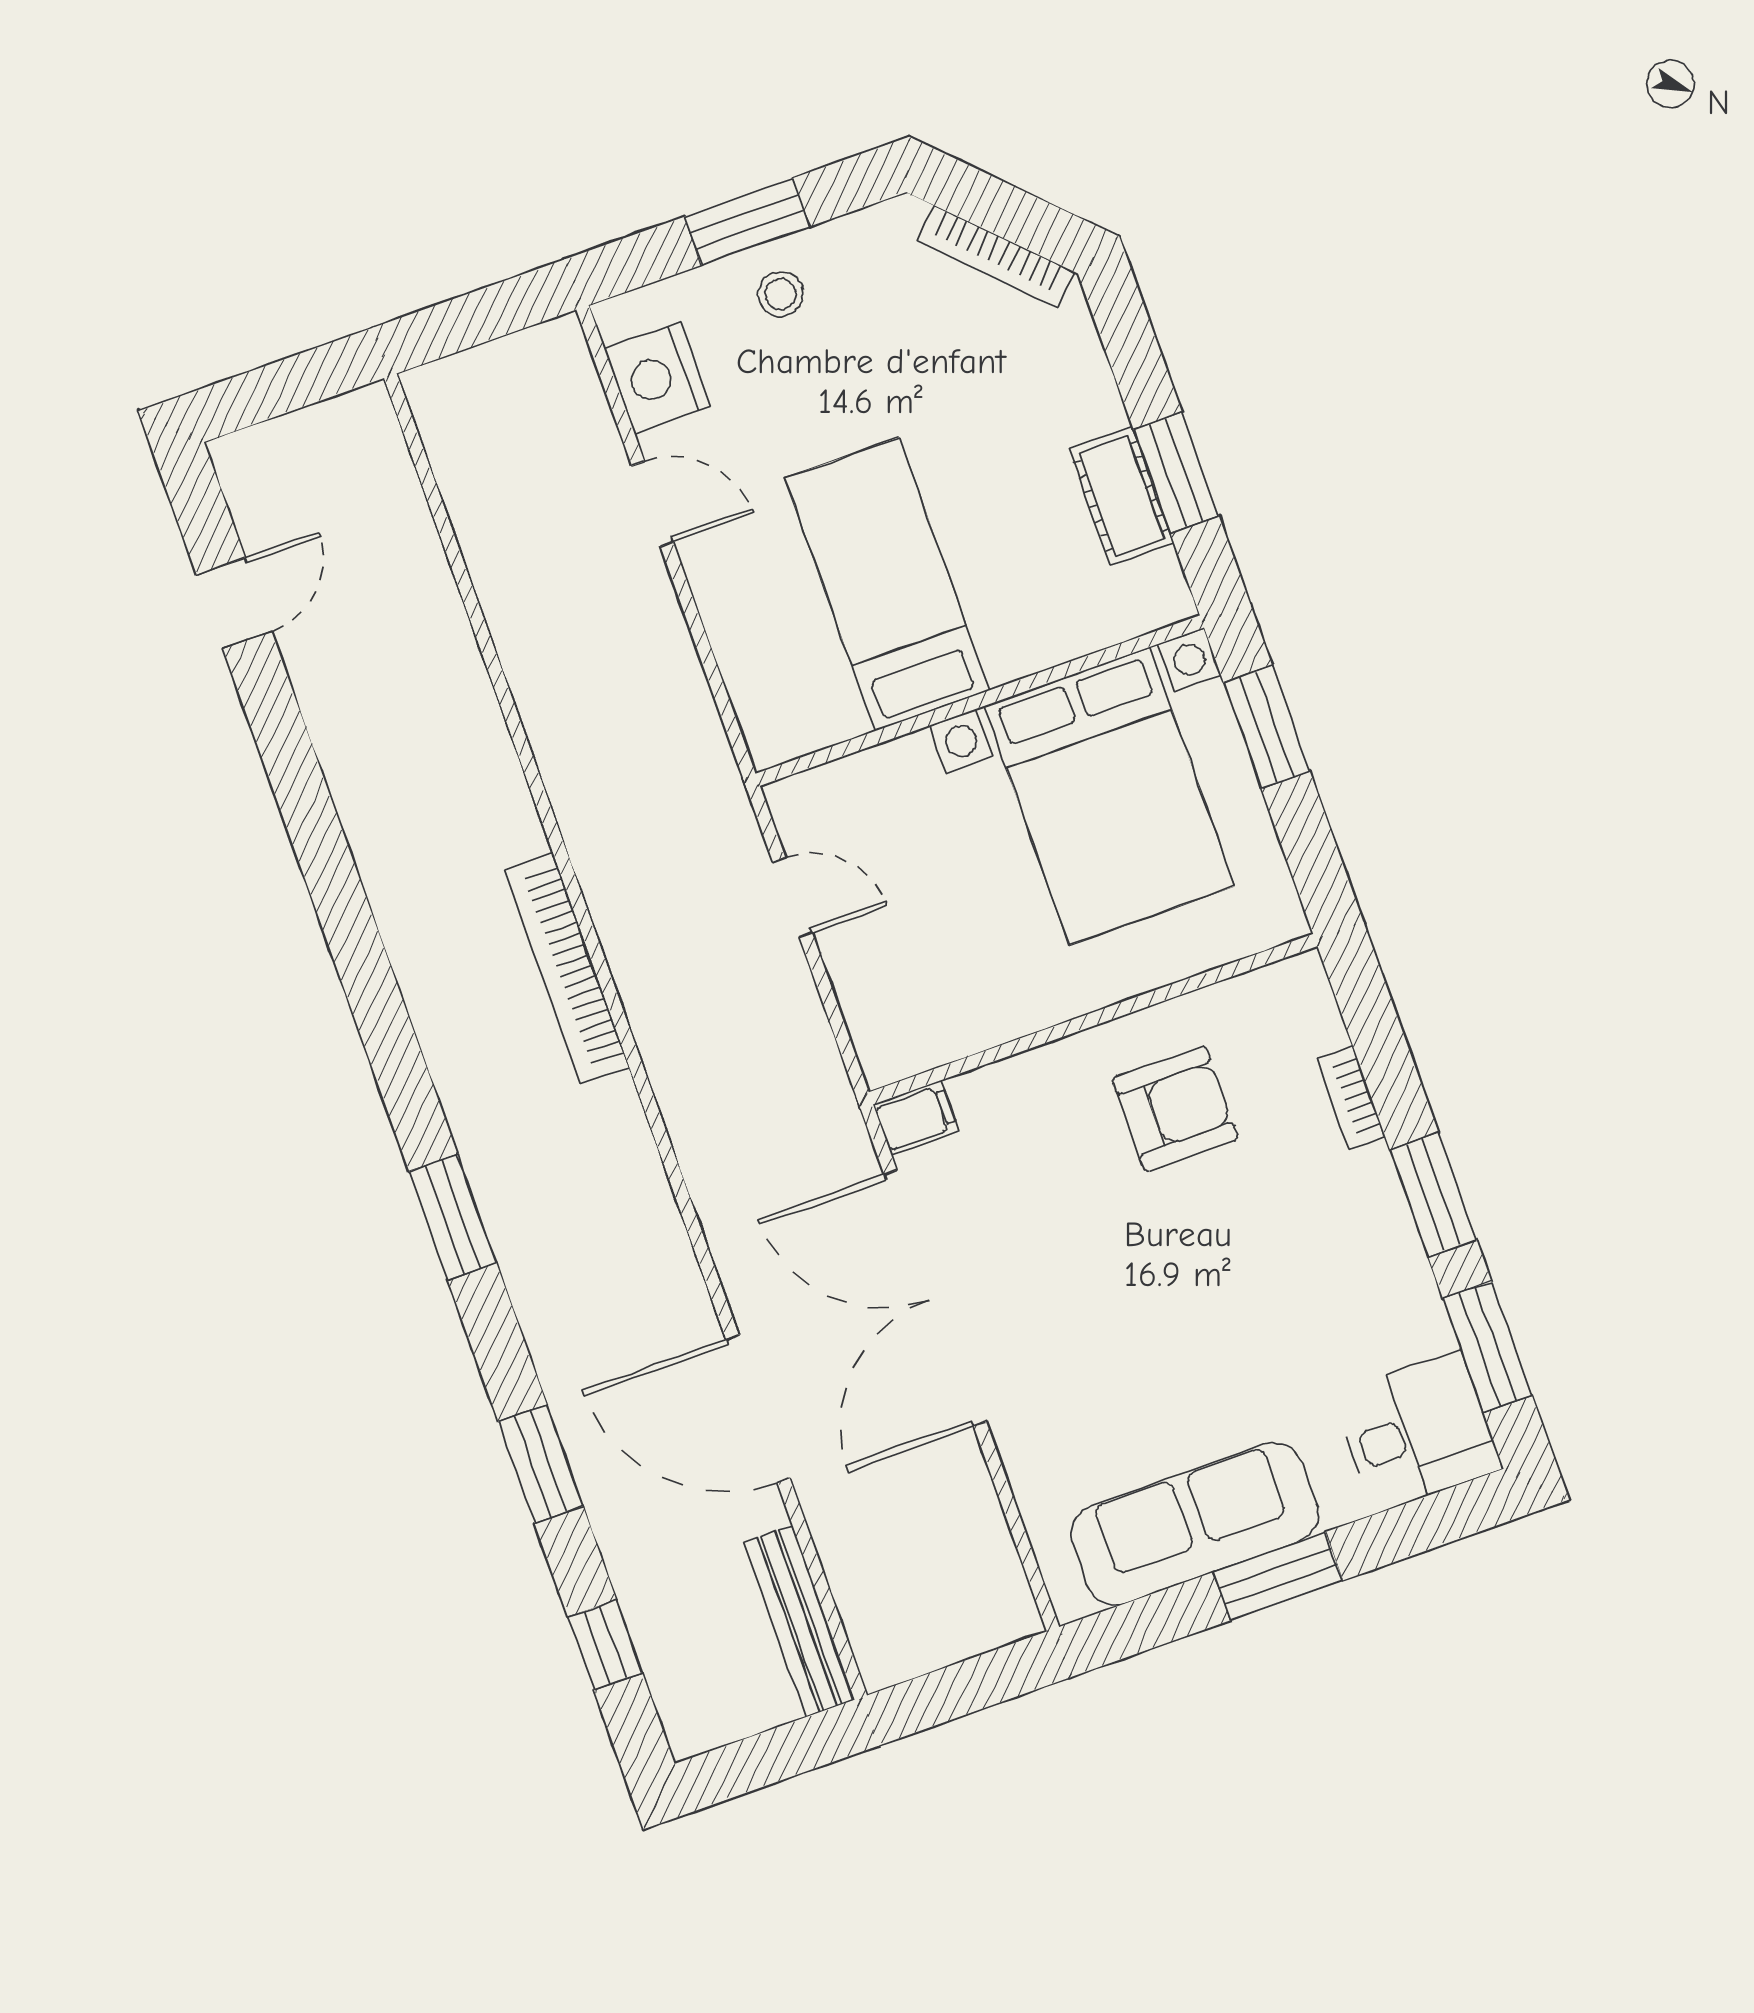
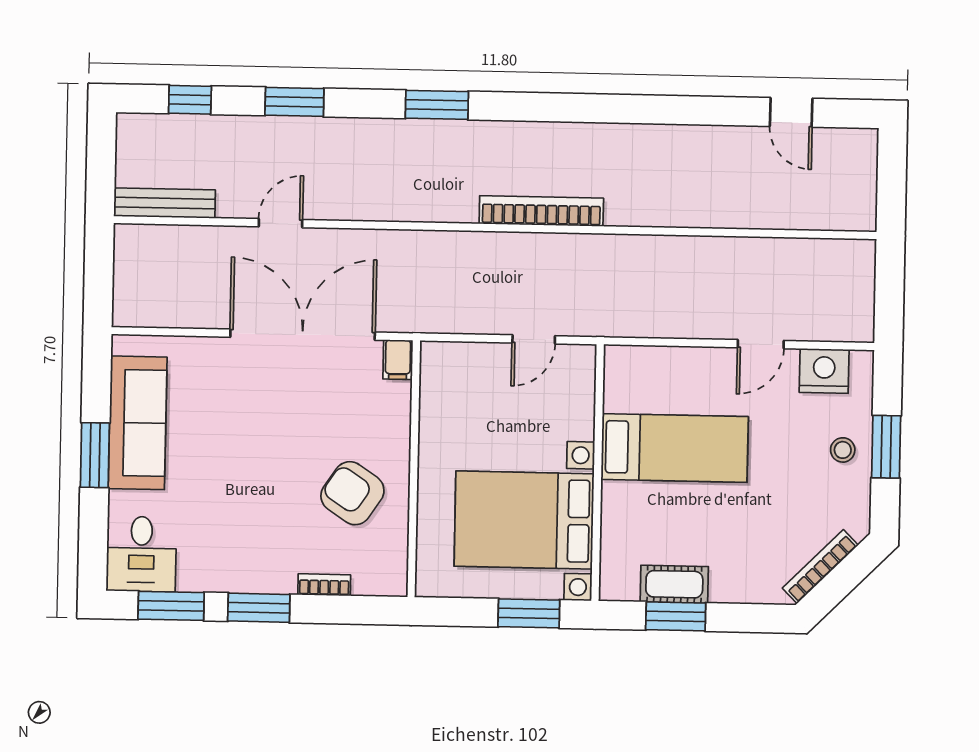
armchair: (1175, 1109) -> (352, 493), turned 124
door: (758, 1409) -> (280, 223), width x0.53

